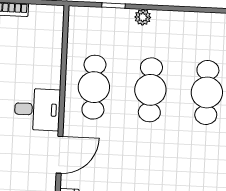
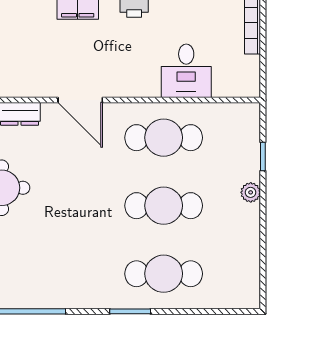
desk: (37, 109) -> (186, 71), moved

